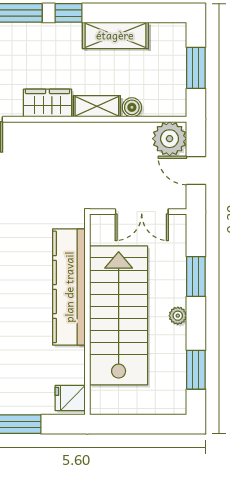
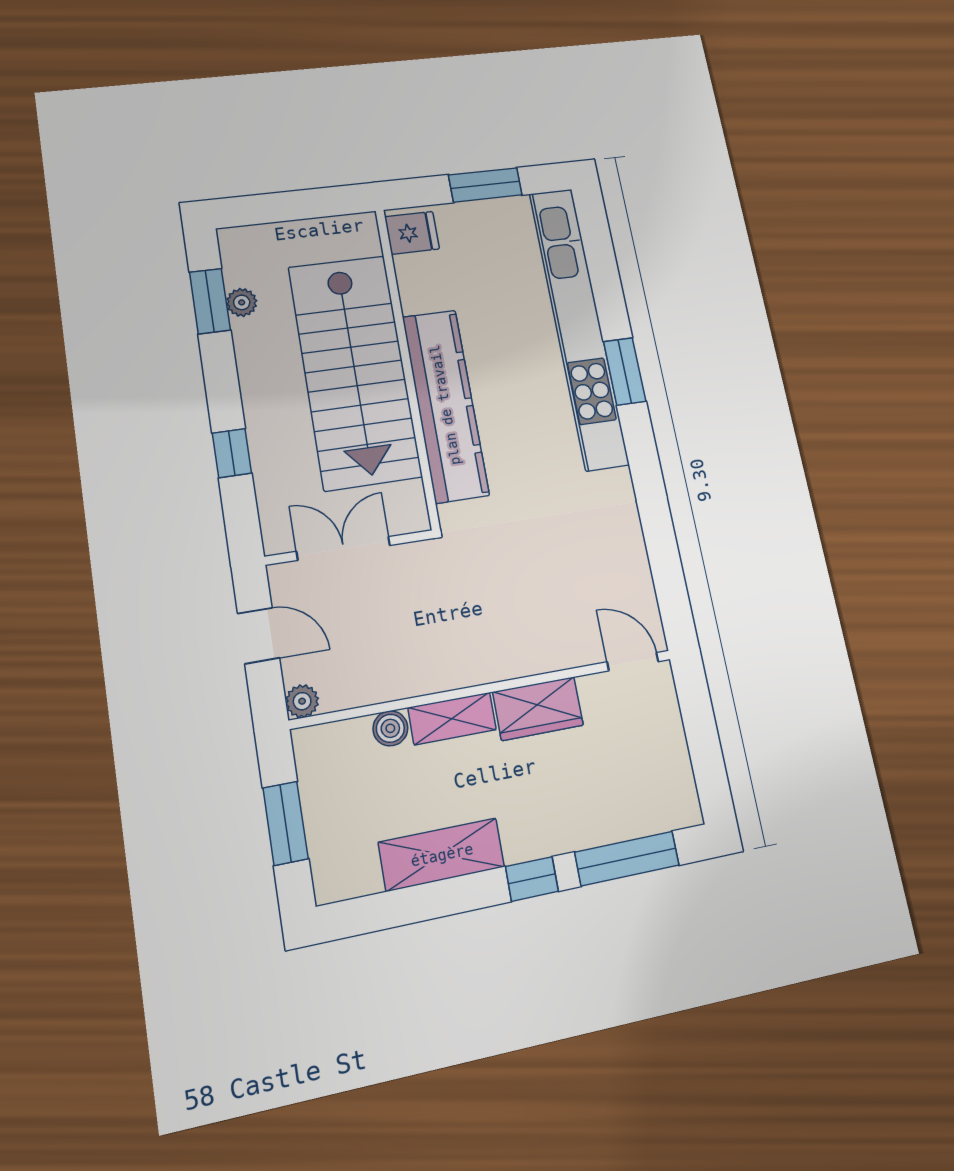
plant: (170, 139) -> (302, 701), width x0.53, depth x0.53
window: (196, 277) -> (232, 453), width x0.67
plant: (178, 316) -> (242, 302), moved

